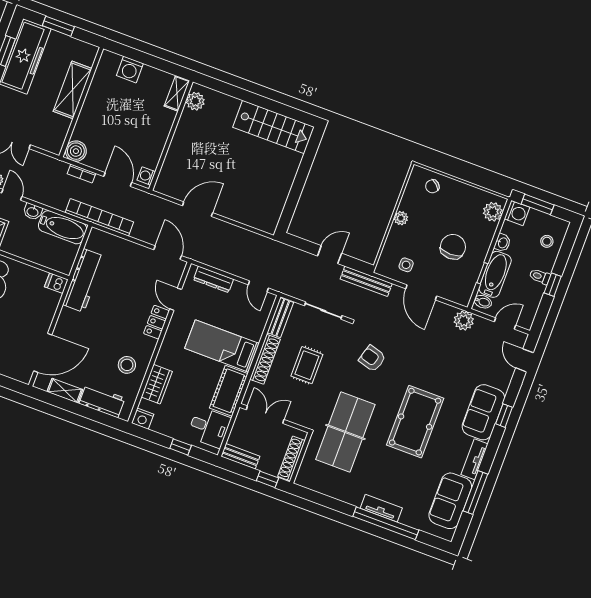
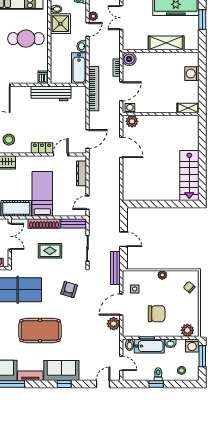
plant: (195, 101) -> (132, 121), moved
plant: (464, 321) -> (114, 324), moved

